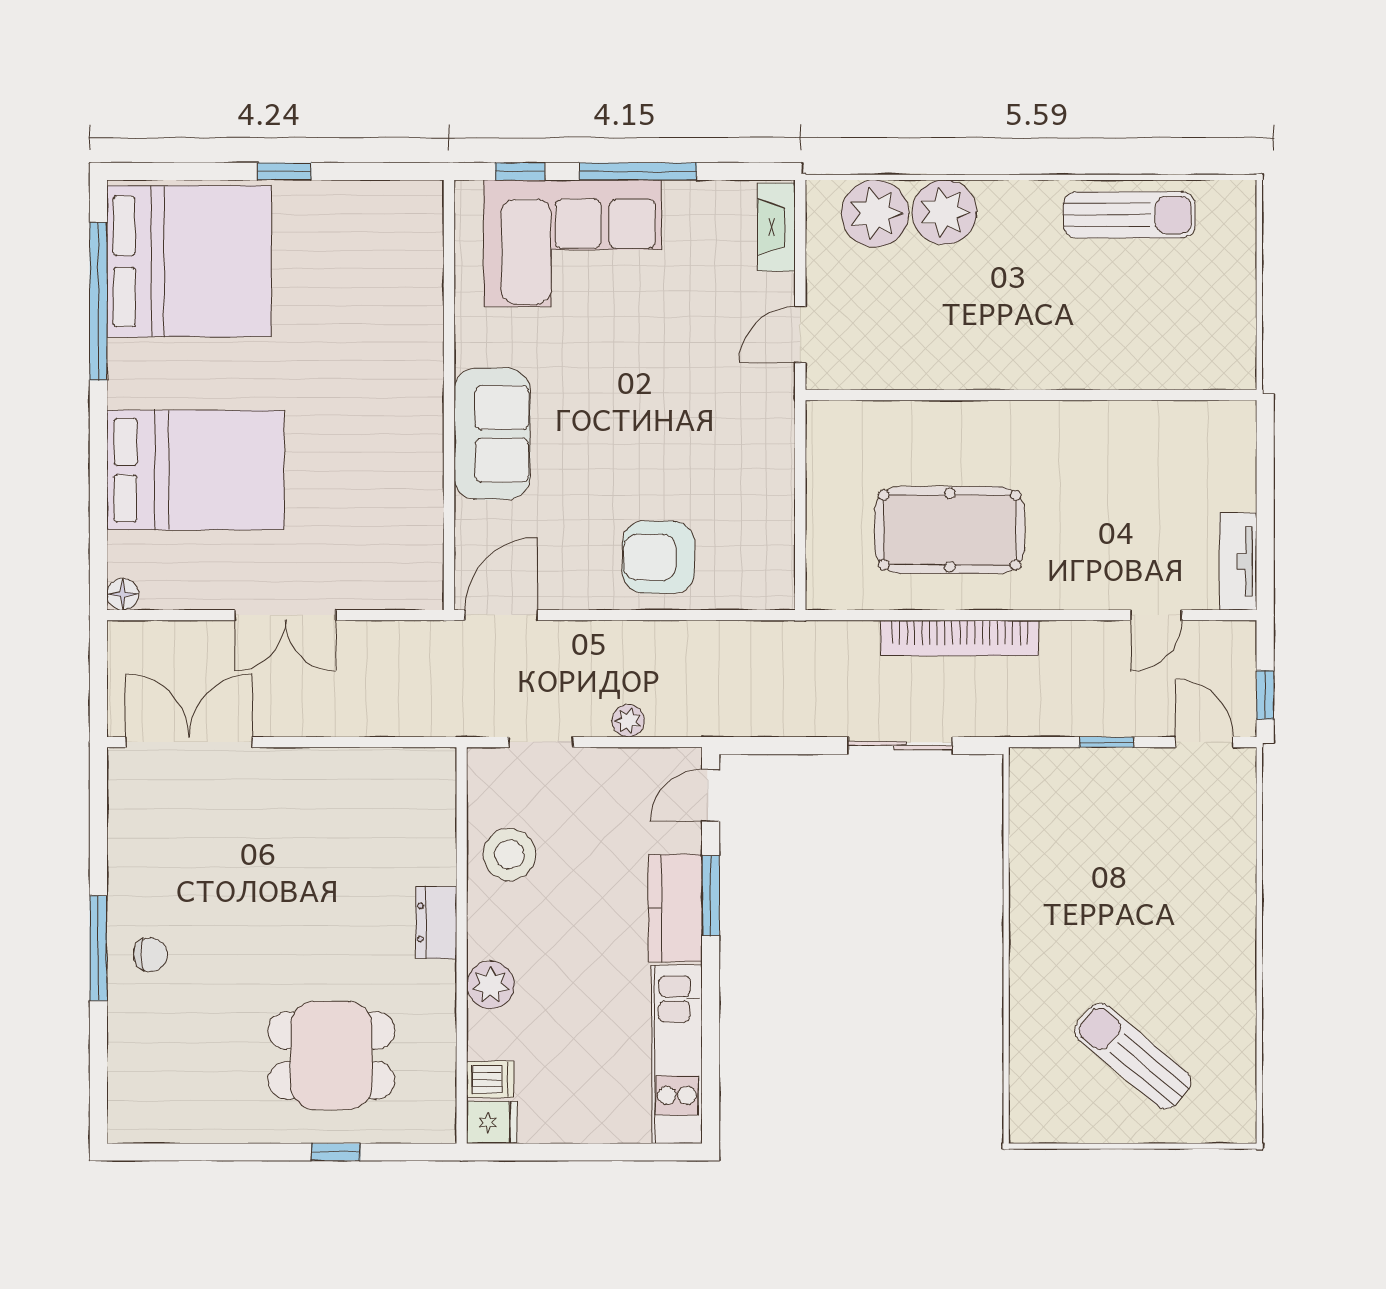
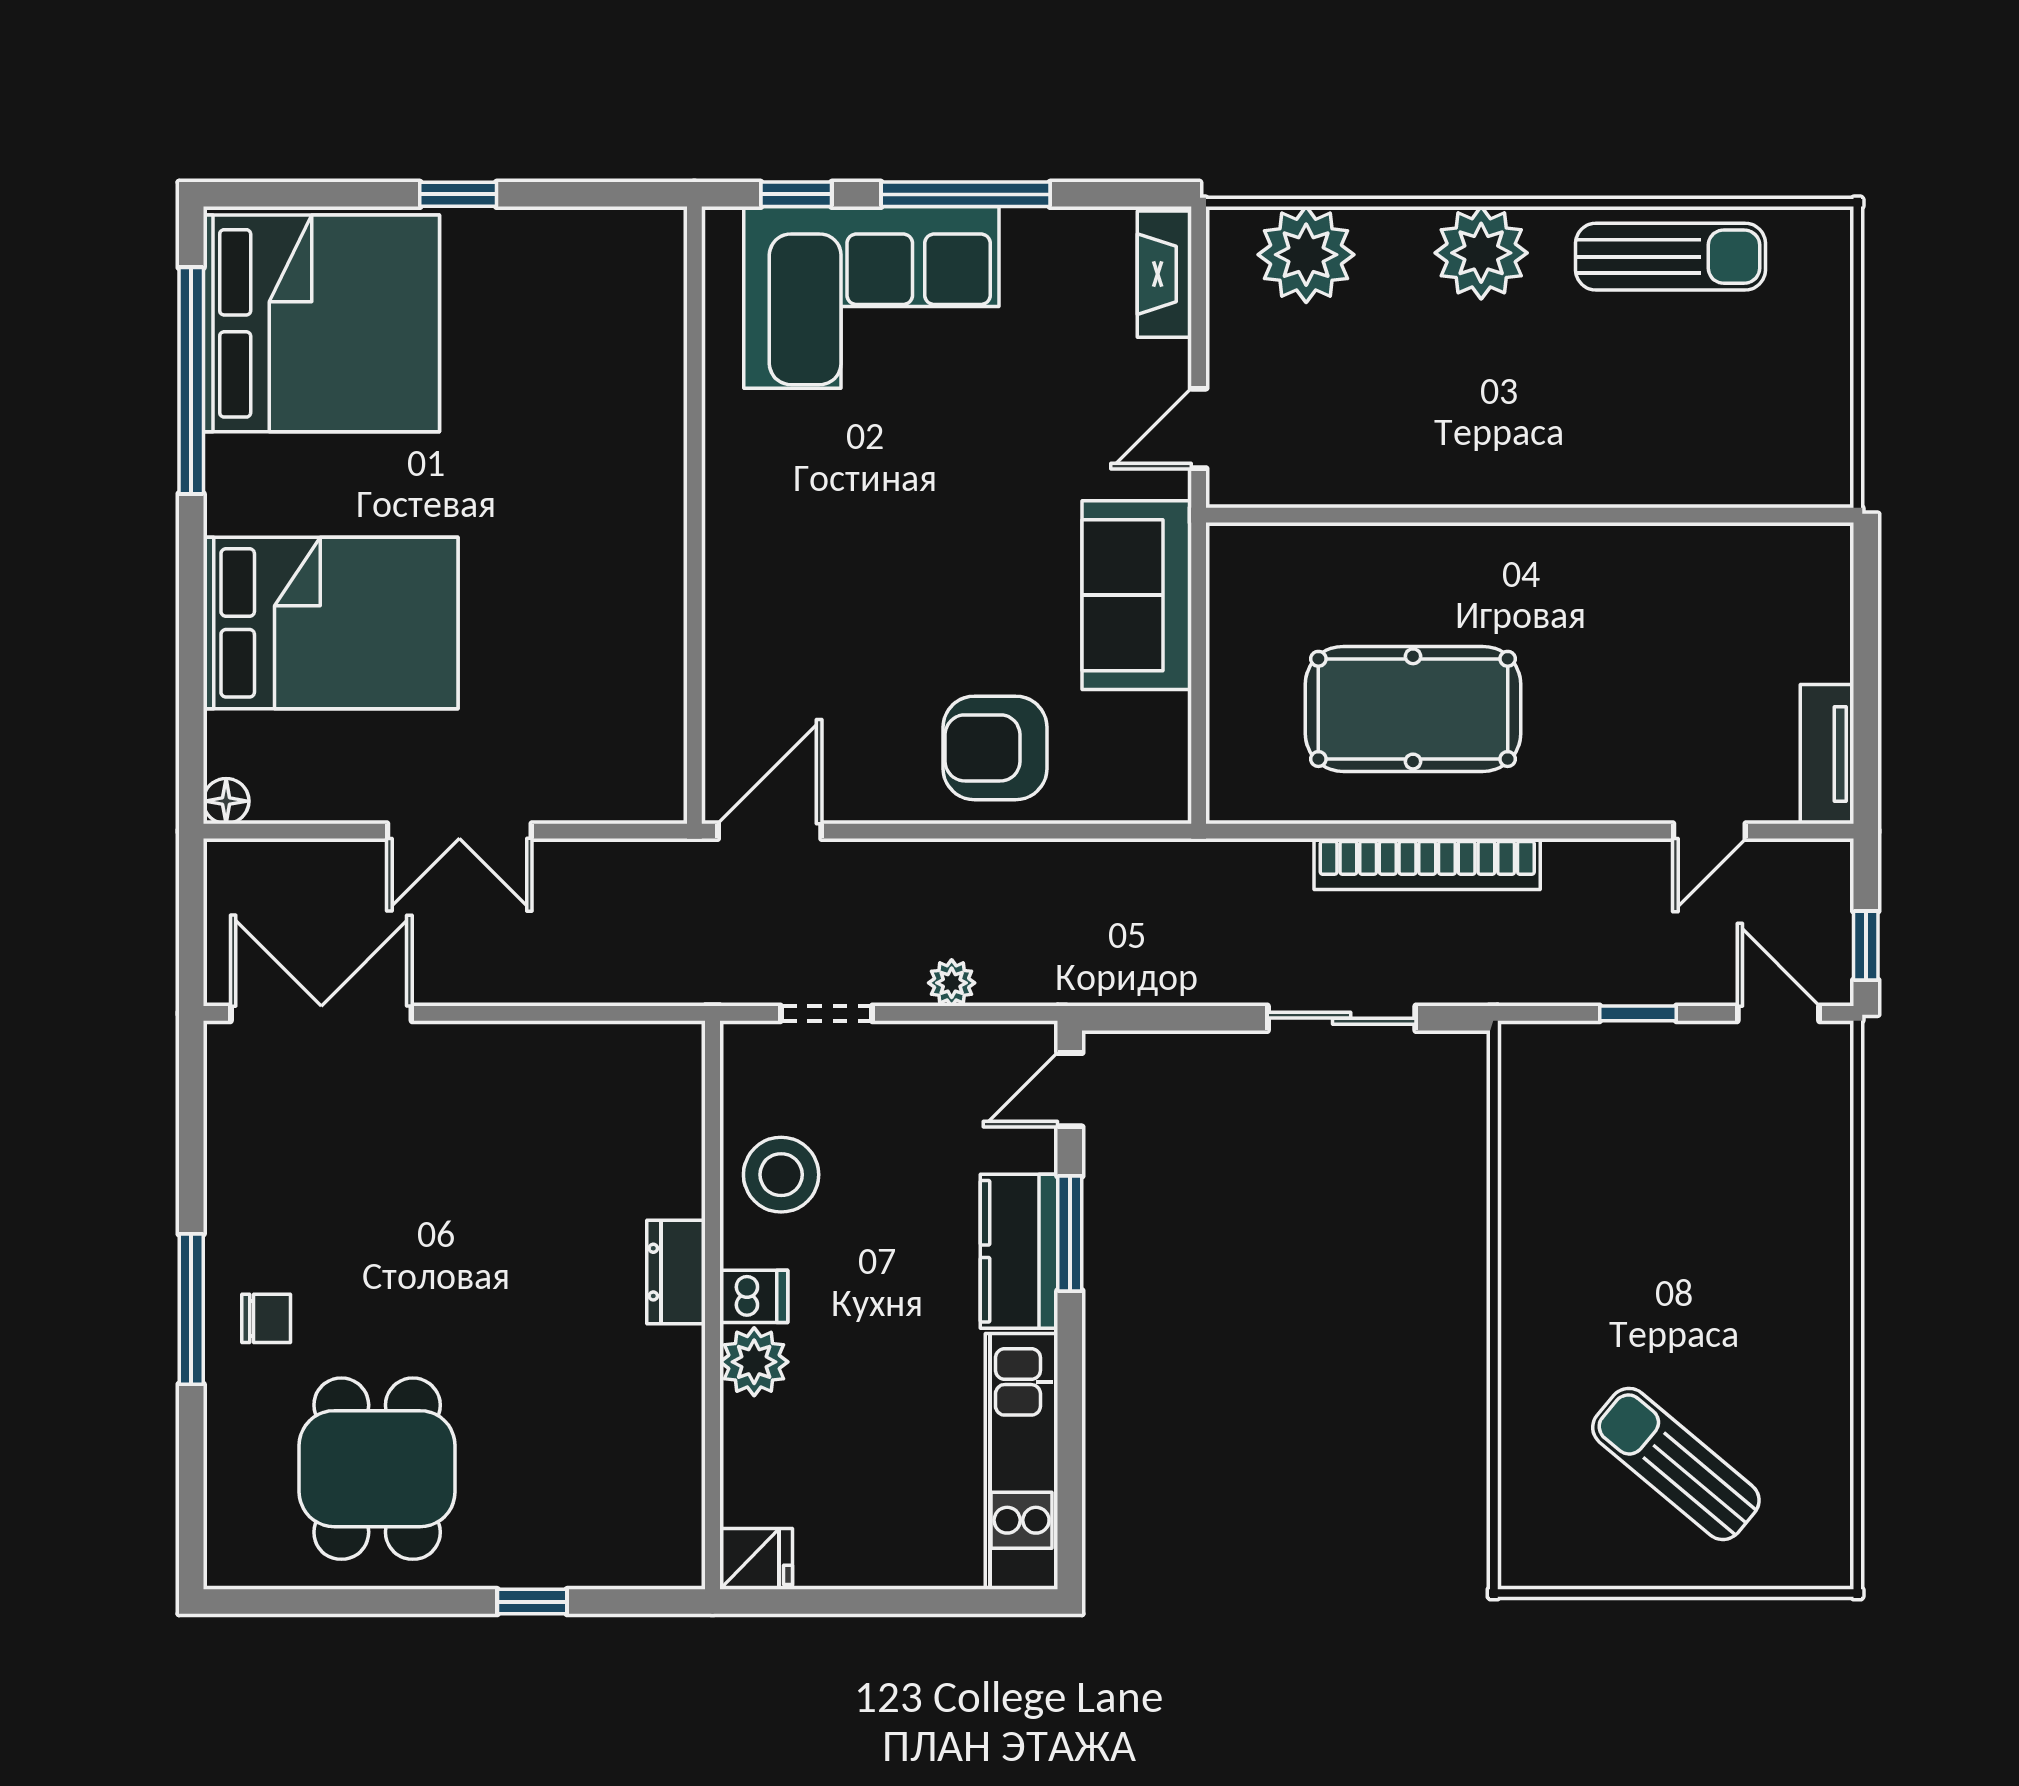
plant: (944, 212) -> (1481, 253), moved
sofa: (492, 434) -> (1137, 595), moved, turned 180
dining table: (331, 1055) -> (377, 1469), moved, turned 90
dishwasher: (490, 1079) -> (754, 1296), moved

